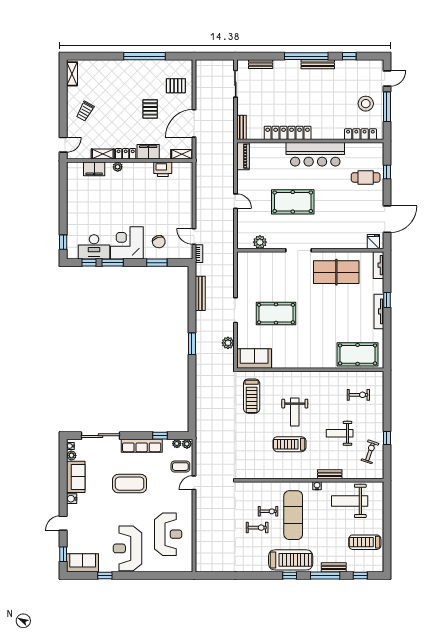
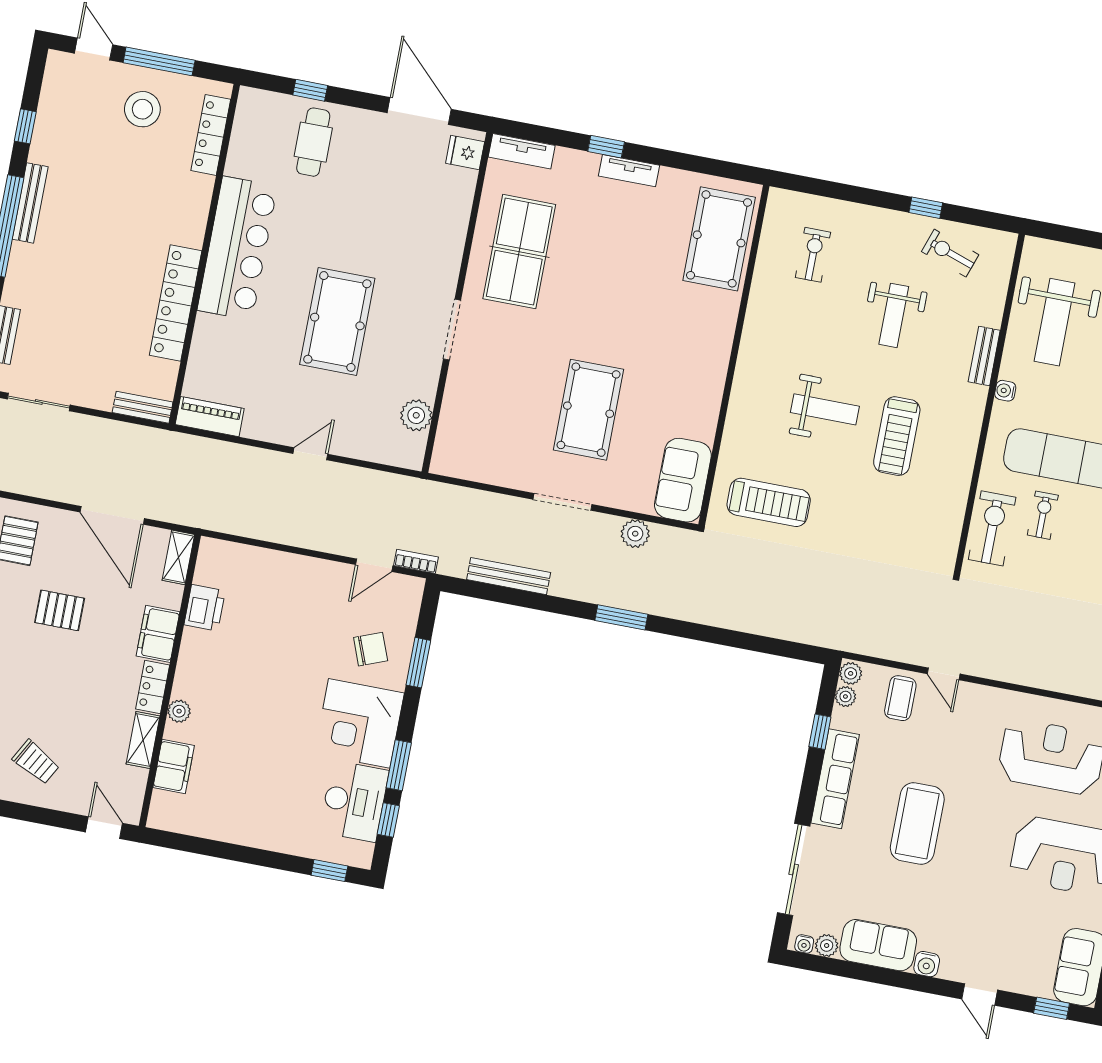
tv unit: (379, 311) -> (629, 171), width x0.71
exercise bike: (257, 528) -> (992, 528), moved, width x1.38, depth x1.39

